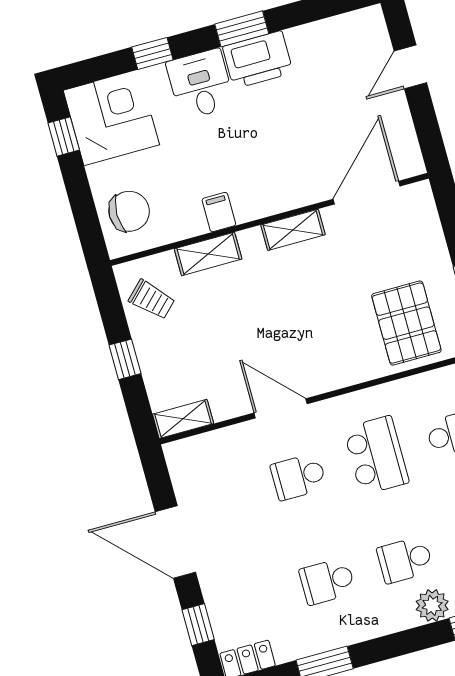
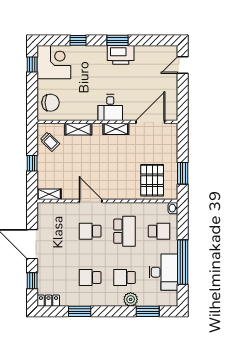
door: (410, 67) -> (183, 65), moved
desk: (200, 84) -> (110, 108), moved, turned 180
filing cabinet: (219, 212) -> (87, 113), removed

